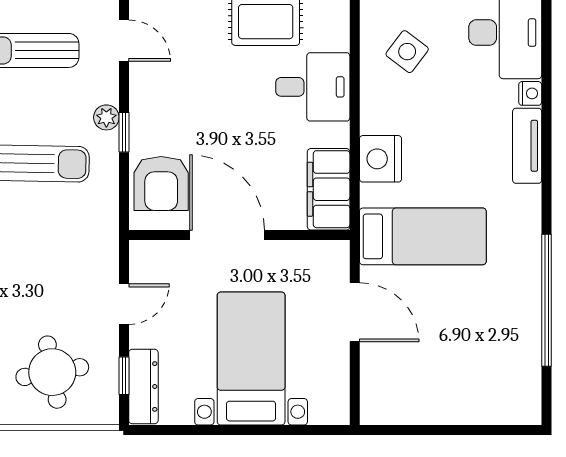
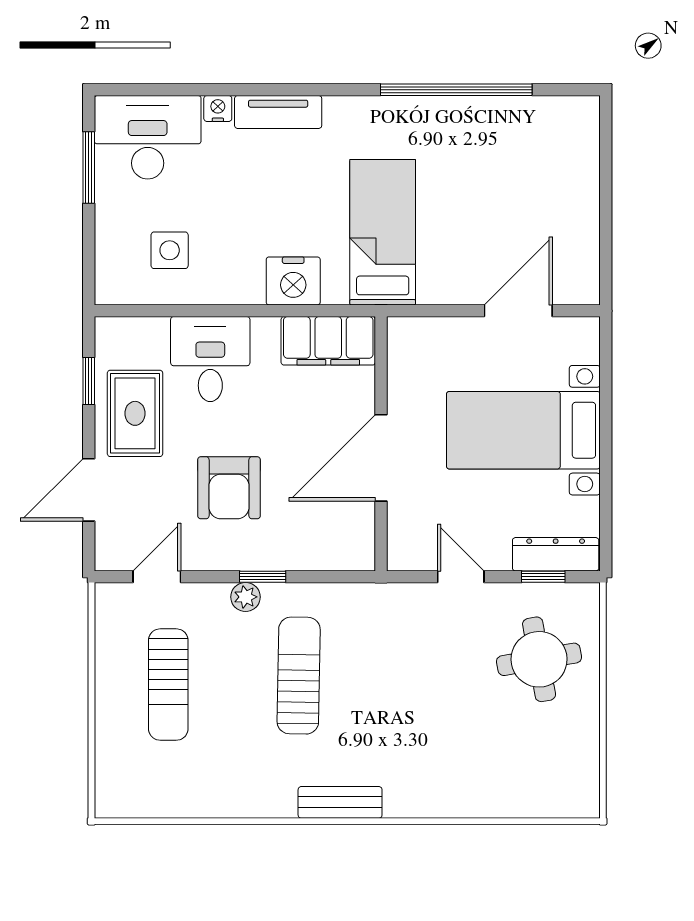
side table: (407, 52) -> (170, 250), turned -37
armchair: (161, 184) -> (229, 488), moved, turned 90
door: (355, 312) -> (518, 311), moved

